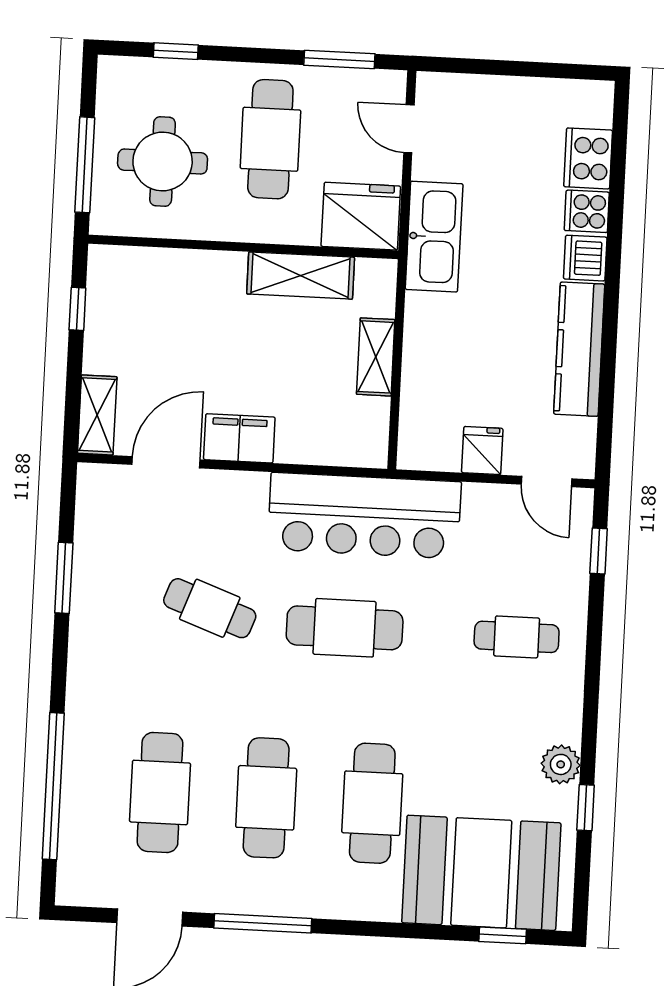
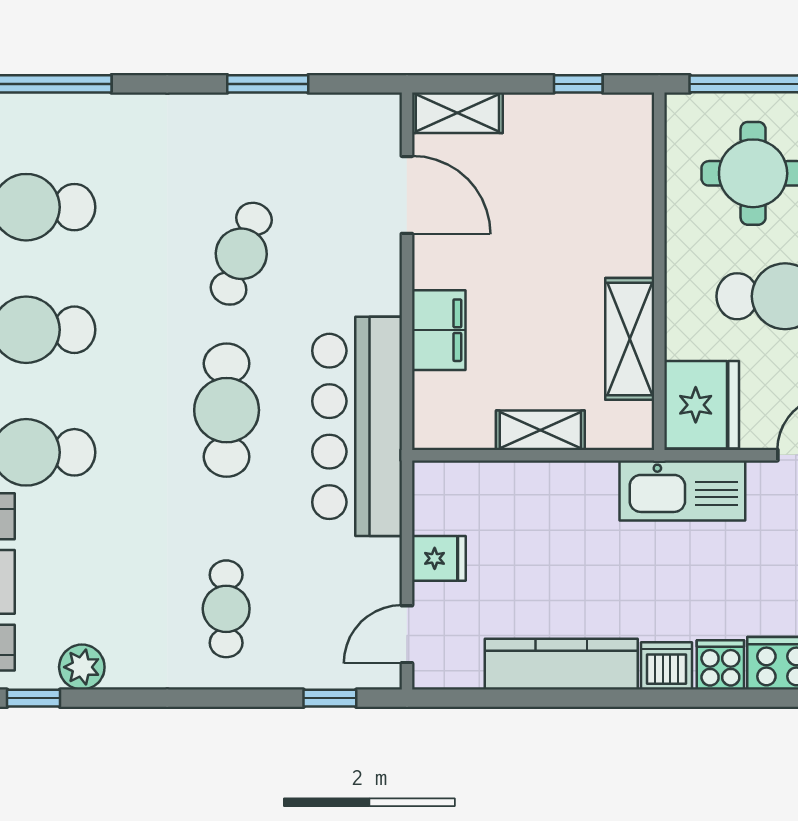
filing cabinet: (239, 438) -> (439, 330), moved

